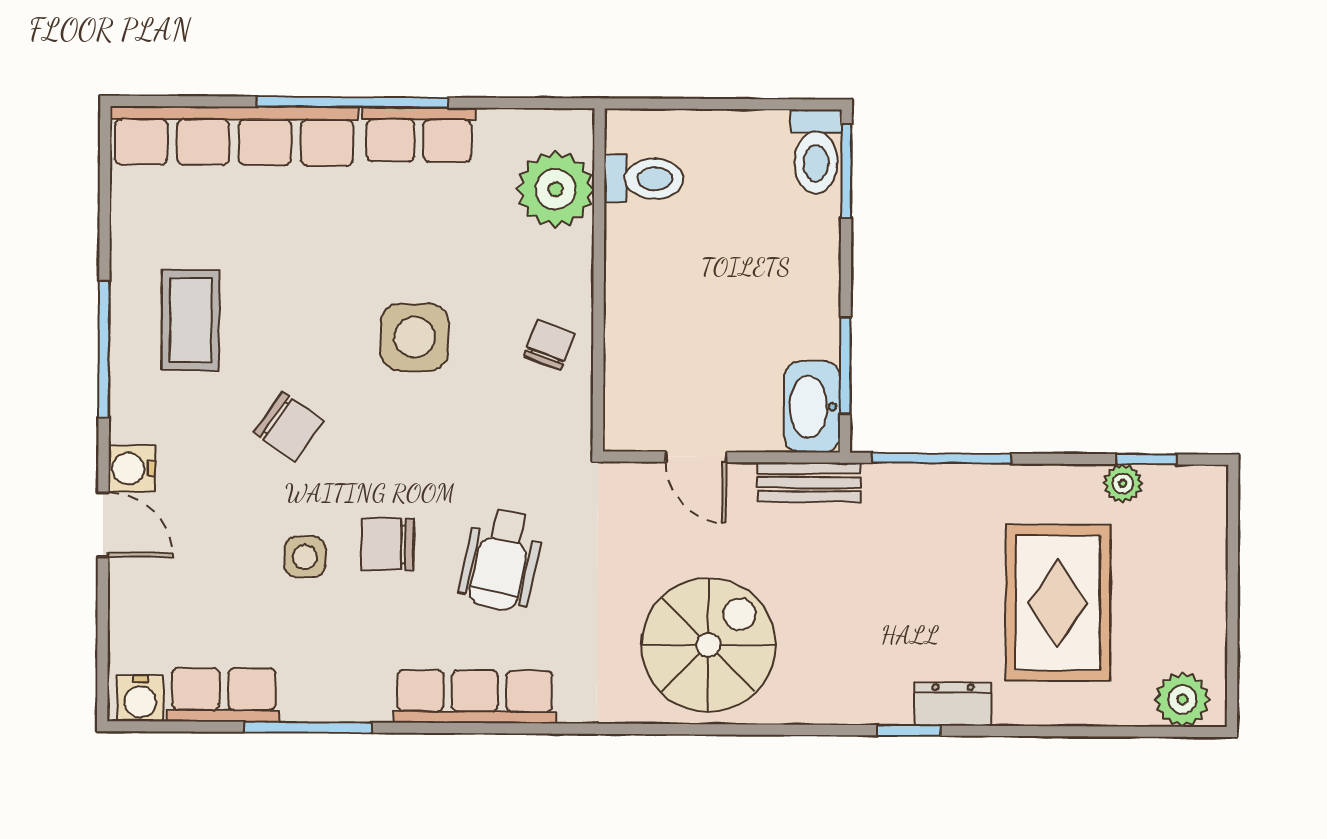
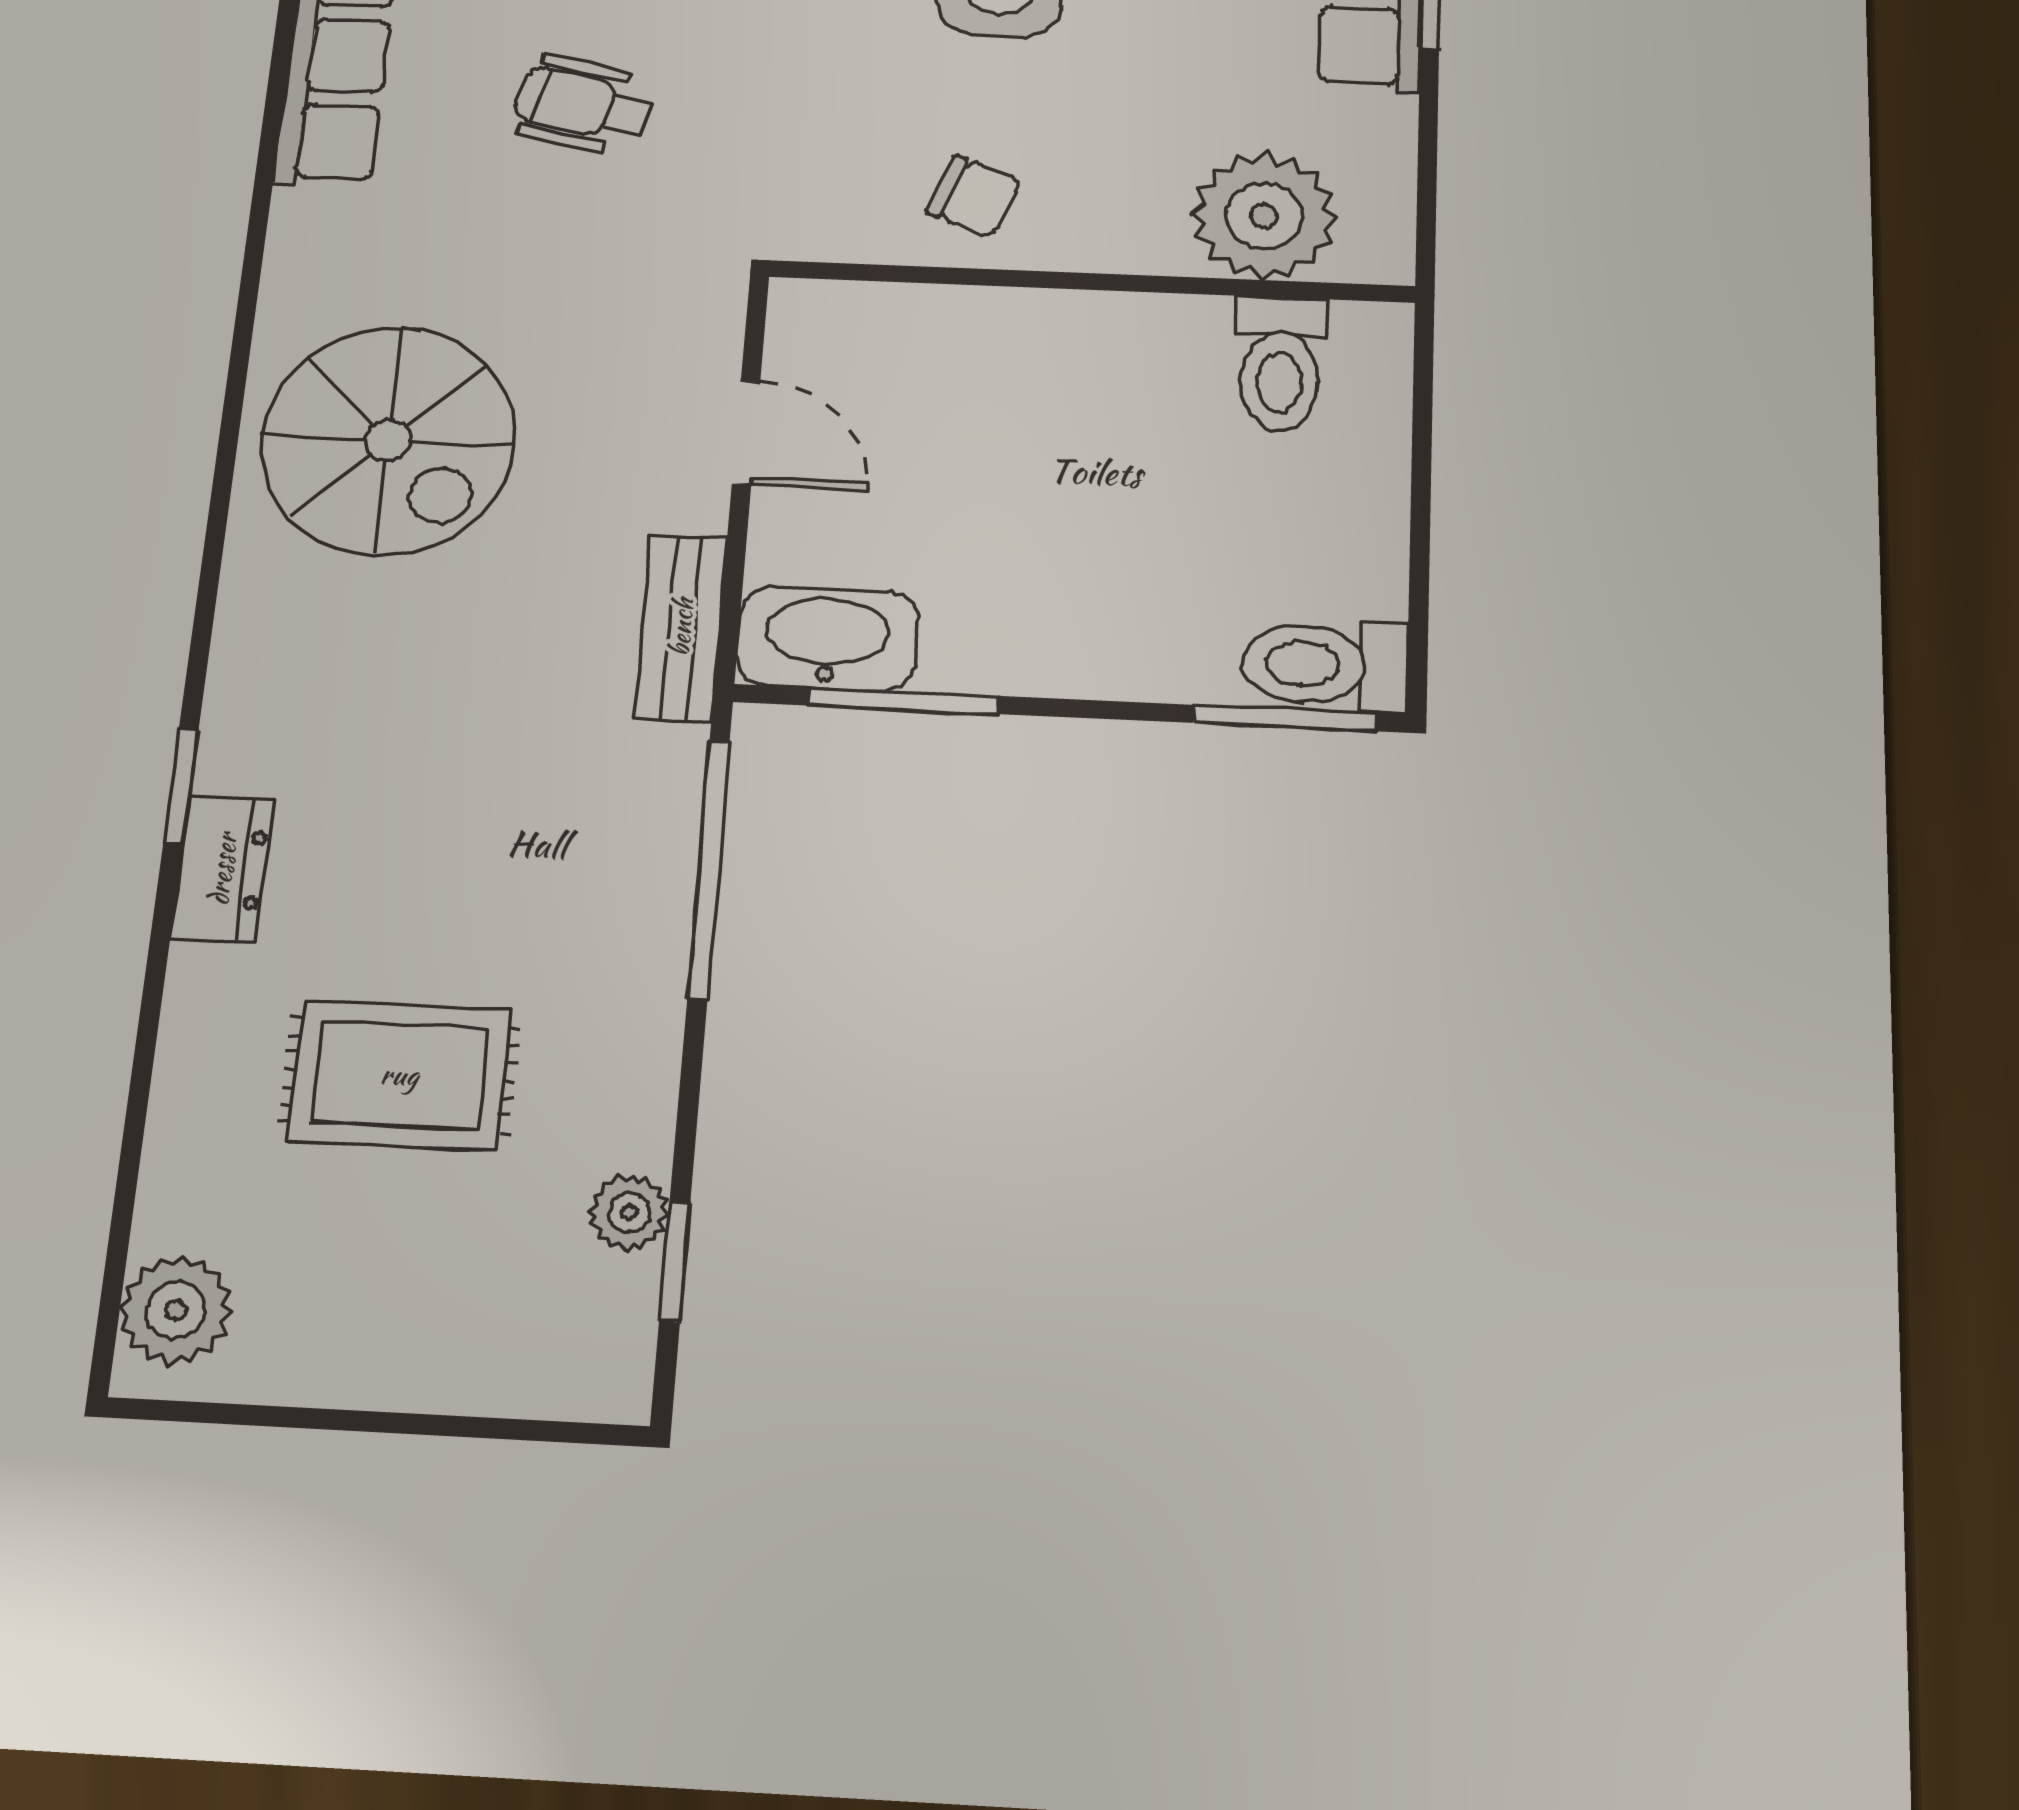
door: (696, 457) -> (746, 433), swing flipped
wheelchair: (501, 559) -> (584, 105), width x0.73, depth x0.73
rug: (1058, 603) -> (400, 1075), width x0.73, depth x0.70

